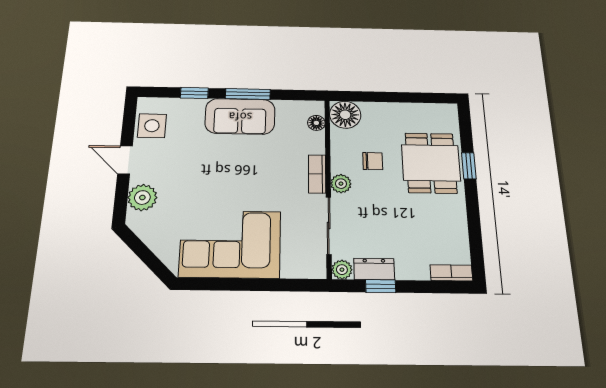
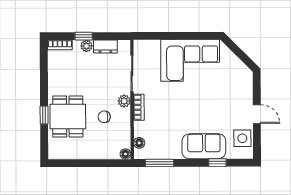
window: (248, 94) -> (159, 163), moved
floor lamp: (345, 115) -> (125, 154), width x0.53, depth x0.53
sofa: (240, 116) -> (204, 146), moved
plant: (142, 197) -> (244, 89), removed
plant: (342, 270) -> (86, 46), moved
window: (381, 286) -> (84, 36), moved

